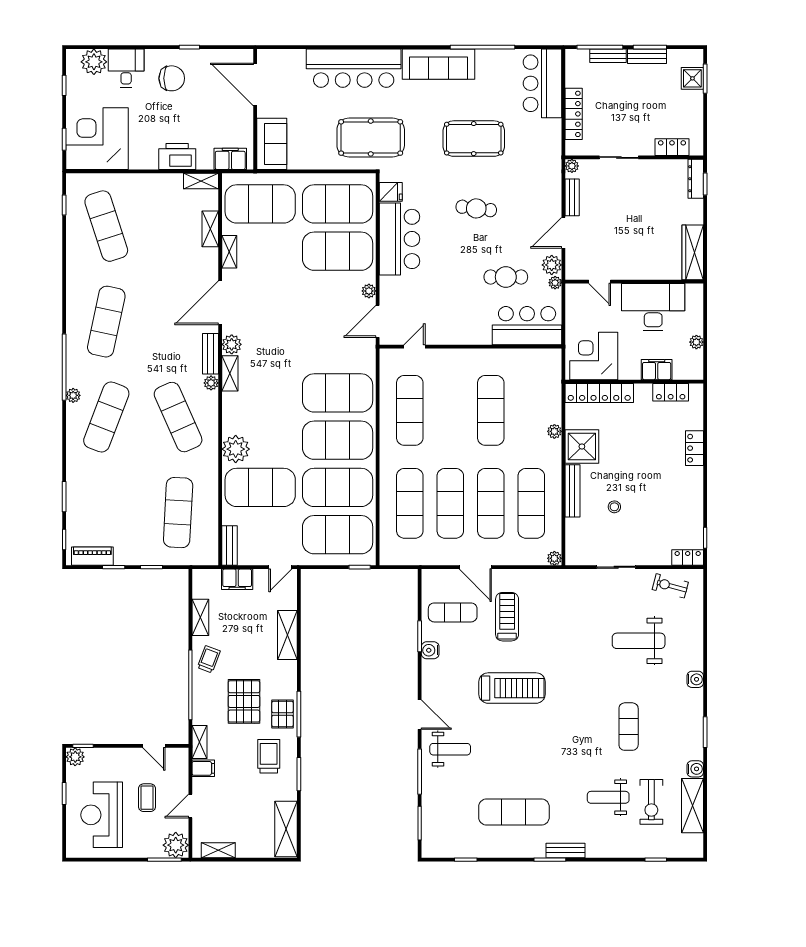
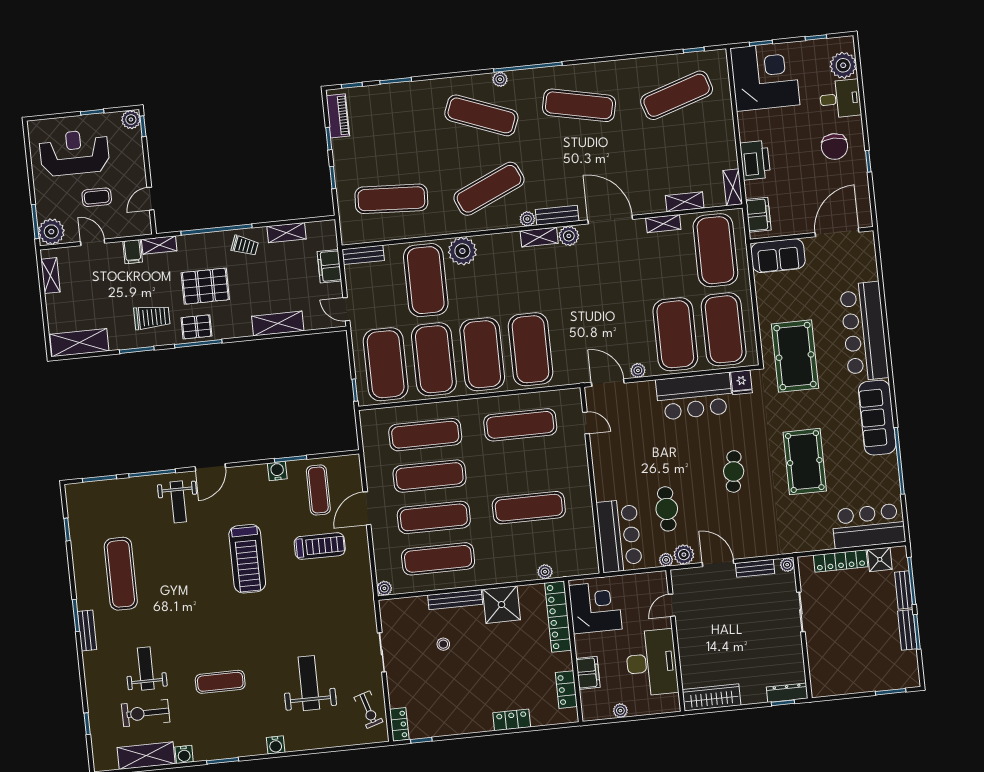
shower: (692, 78) -> (880, 559), moved
locker: (672, 147) -> (817, 665), removed
plant: (554, 431) -> (545, 572), moved
exercise bike: (670, 586) -> (368, 710), turned 148

